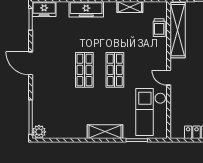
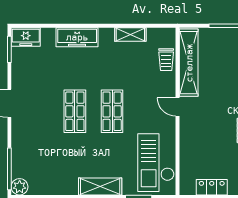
door: (169, 78) -> (178, 107), moved

